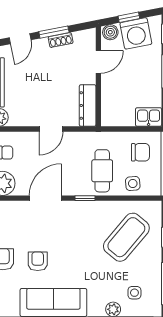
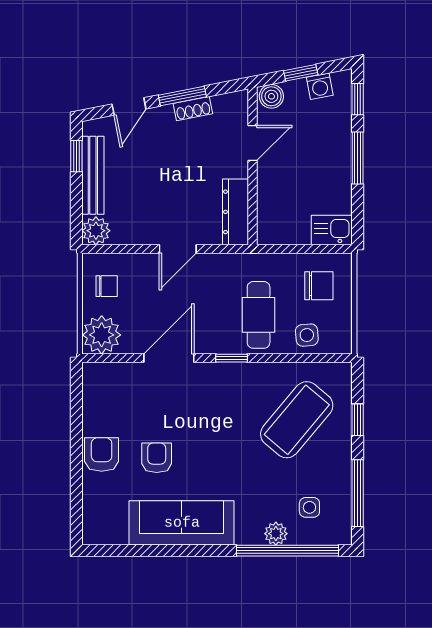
washing machine: (136, 33) -> (320, 86), width x0.53, depth x0.53

